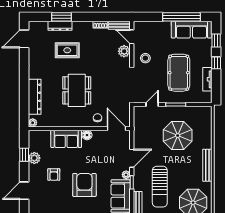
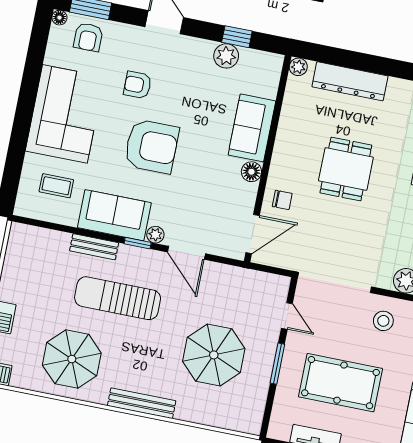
dining table: (77, 90) -> (346, 169), width x0.73
armchair: (54, 175) -> (138, 85), moved

